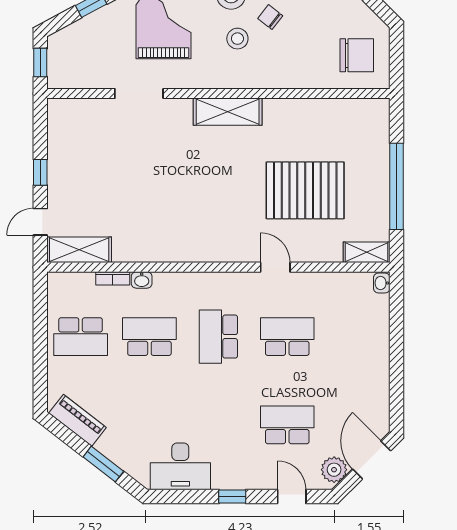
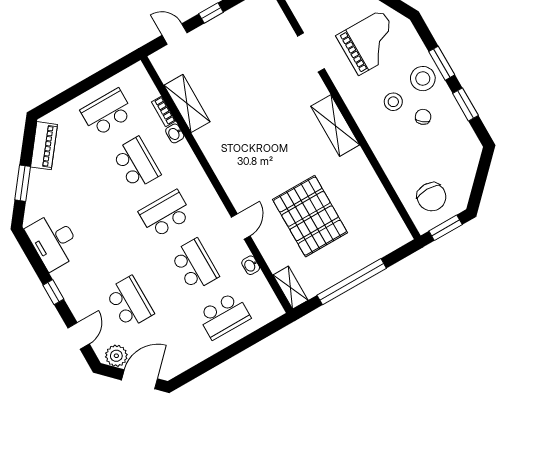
window: (396, 59) -> (446, 228), added
shelving: (79, 250) -> (187, 103), moved
washbasin: (382, 283) -> (251, 265), moved, turned -90
school desk: (81, 337) -> (107, 112), turned 90
school desk: (356, 337) -> (224, 316), added

